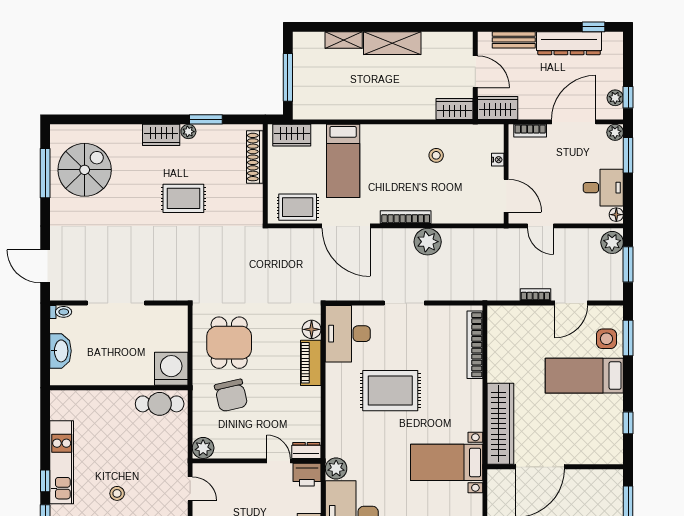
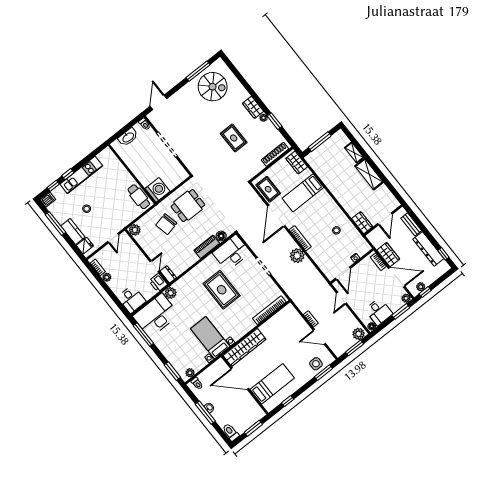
wardrobe: (498, 108) -> (388, 255), moved
bed: (584, 376) -> (272, 384), moved, turned 90

